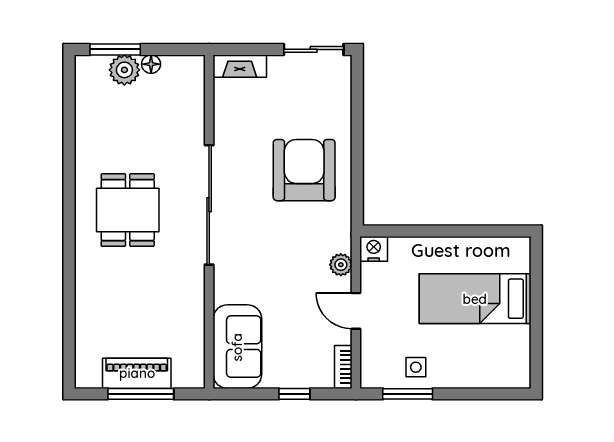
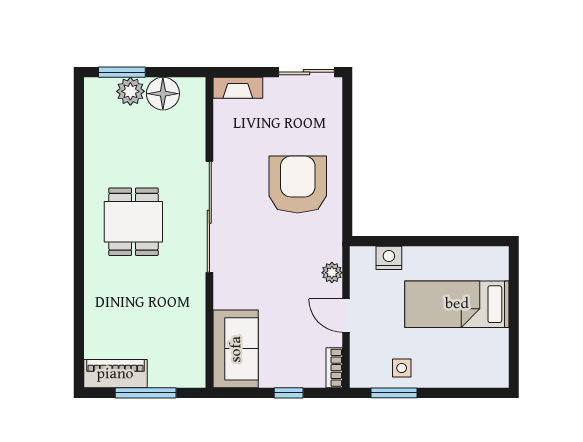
floor lamp: (151, 64) -> (163, 94), width x1.89, depth x1.89
nightstand: (374, 249) -> (389, 258), moved
piano: (137, 373) -> (115, 374), moved

